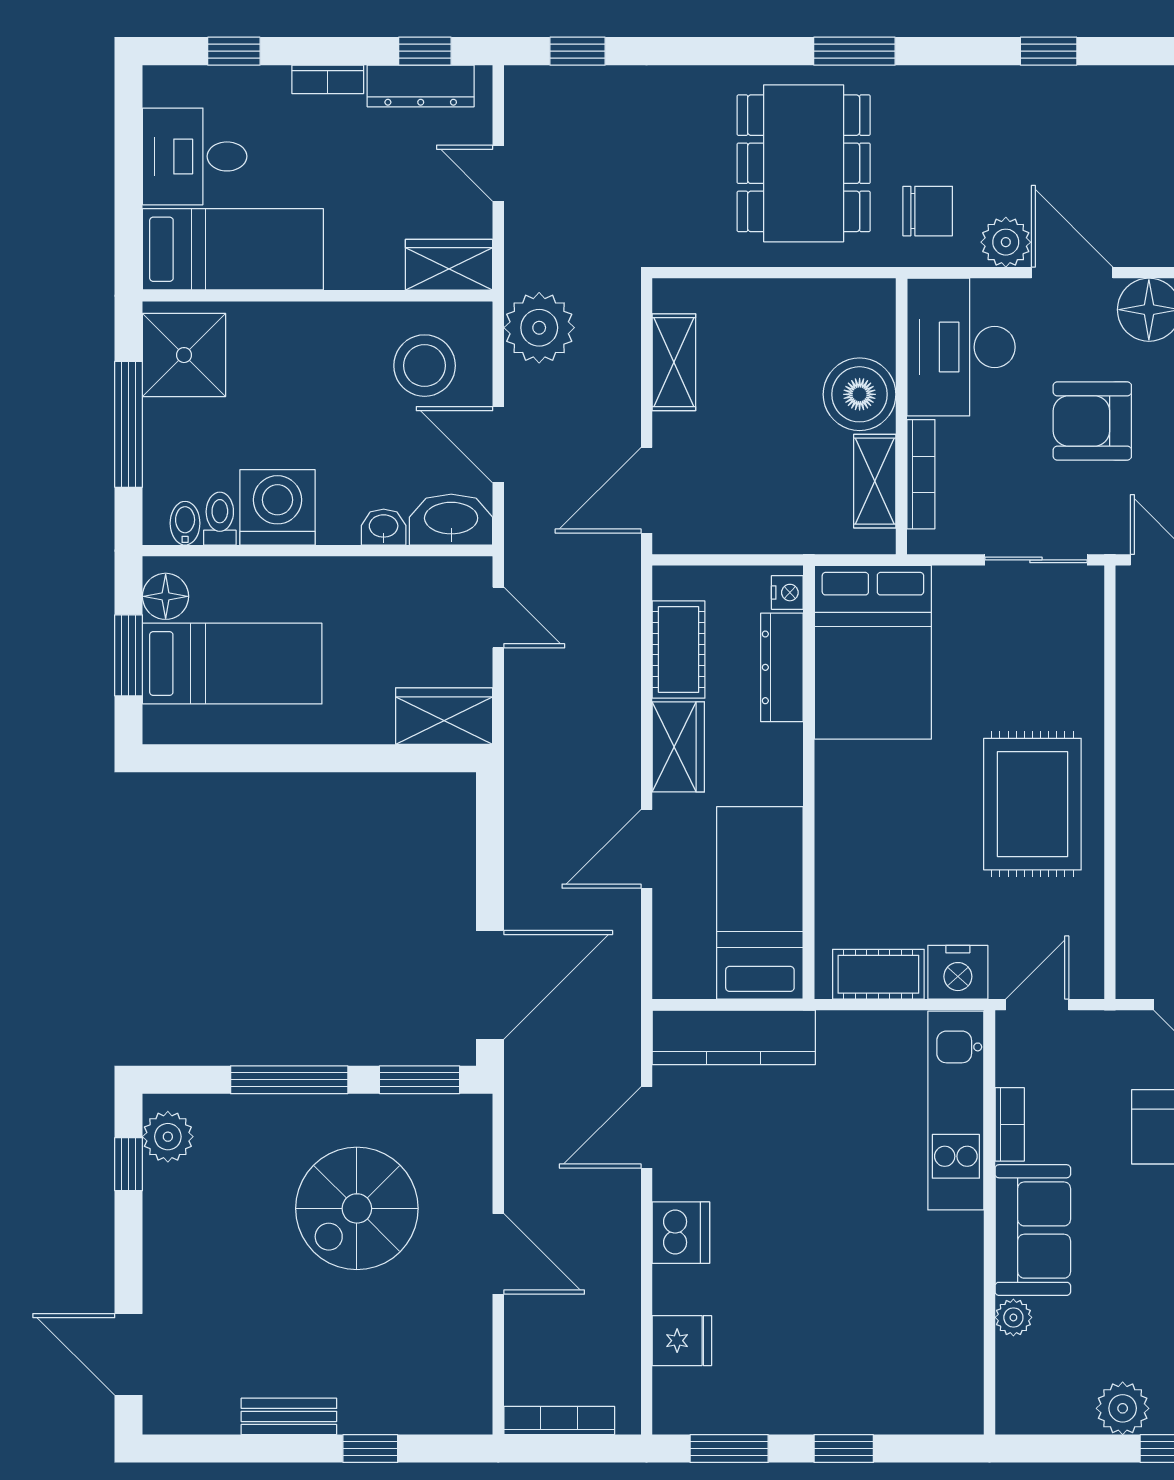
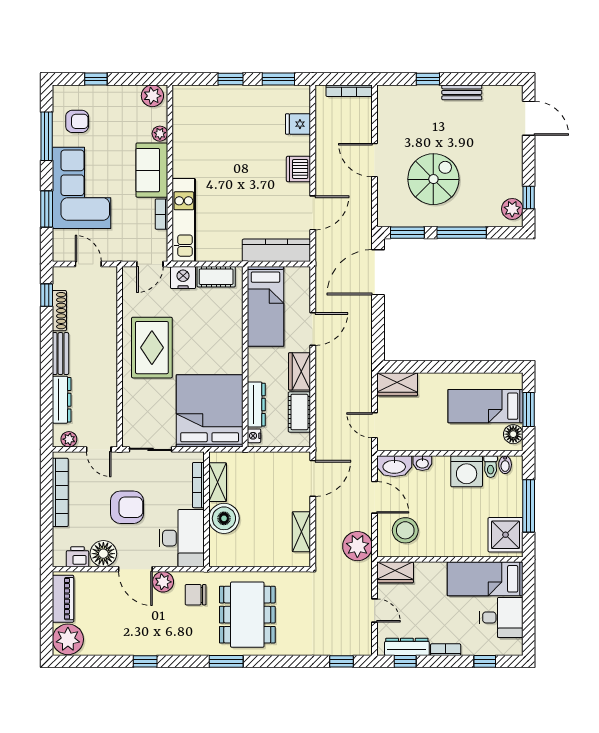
bed: (873, 652) -> (210, 411), width x1.36
plant: (1123, 1408) -> (152, 96), moved

